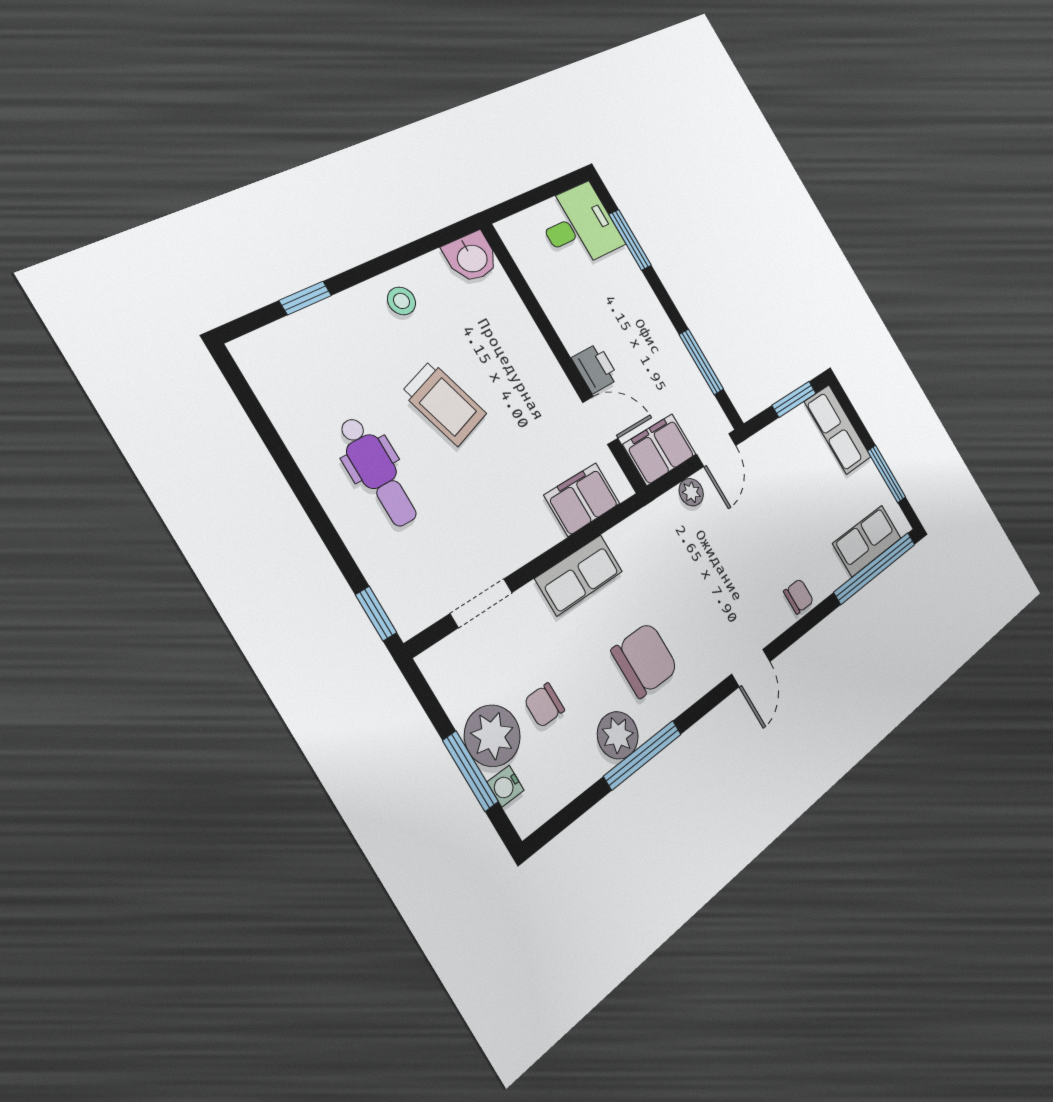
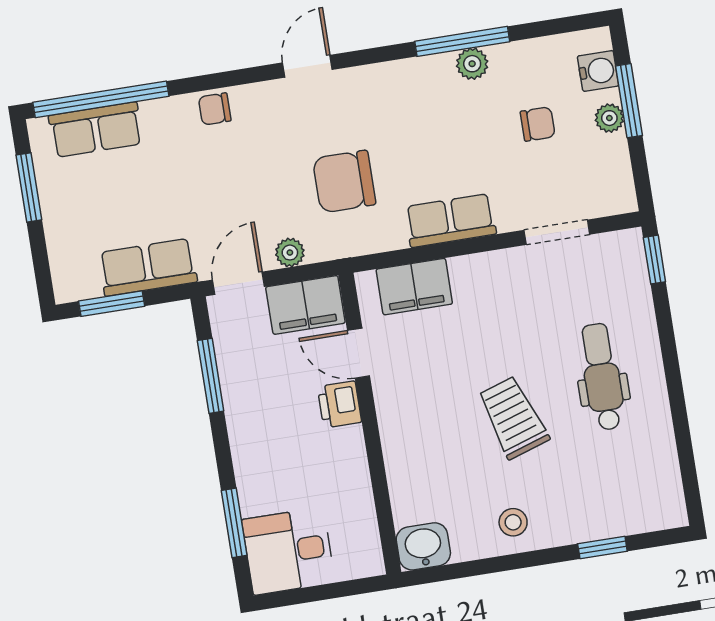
row of seats: (838, 429) -> (148, 267), moved, turned -90
chair: (645, 660) -> (344, 182), moved
plant: (618, 735) -> (472, 64), width x0.73, depth x0.73
plant: (492, 736) -> (609, 118), width x0.53, depth x0.53
water cooler: (505, 786) -> (598, 71), width x1.38, depth x1.38

